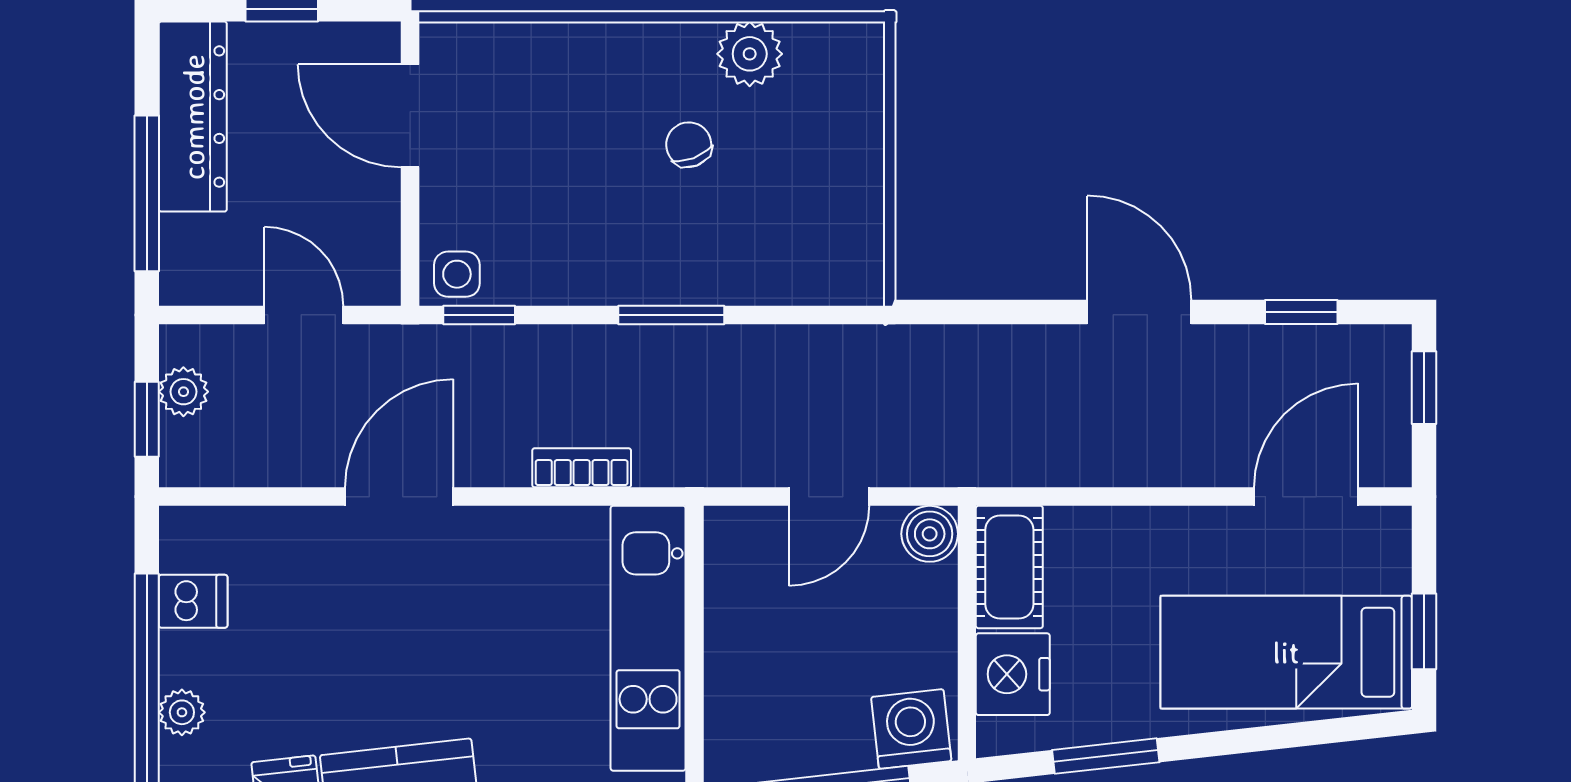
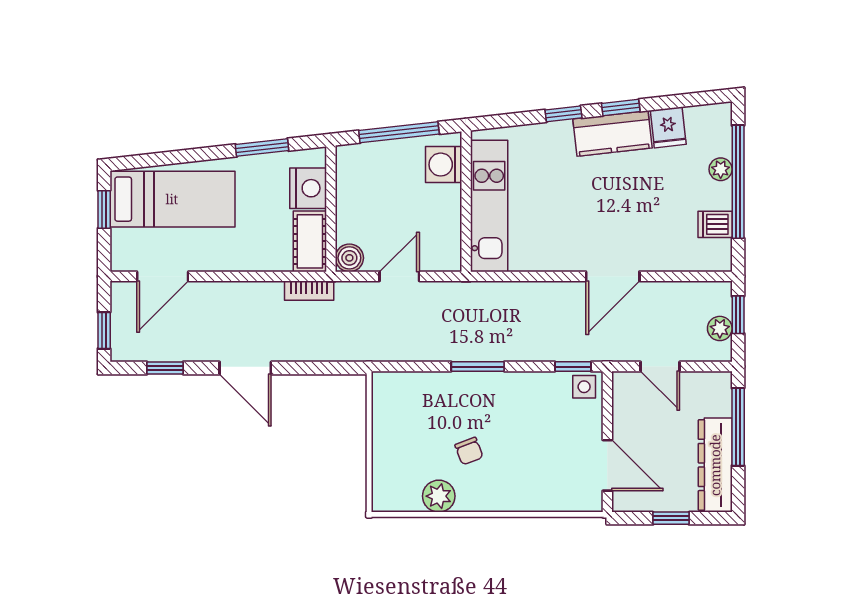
bookcase: (582, 468) -> (309, 291), moved
washing machine: (911, 729) -> (444, 165), moved, turned 96

